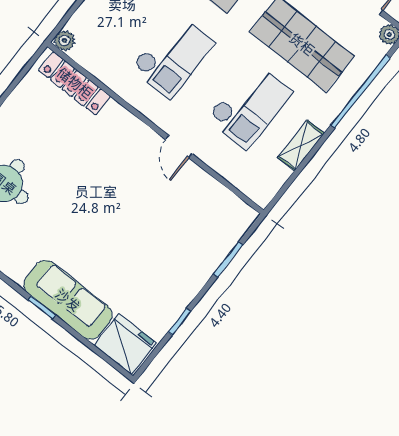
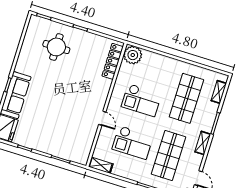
plant: (65, 41) -> (133, 55), width x1.88, depth x1.88
shelving: (301, 145) -> (101, 165), moved
door: (179, 147) -> (102, 118), swing flipped

